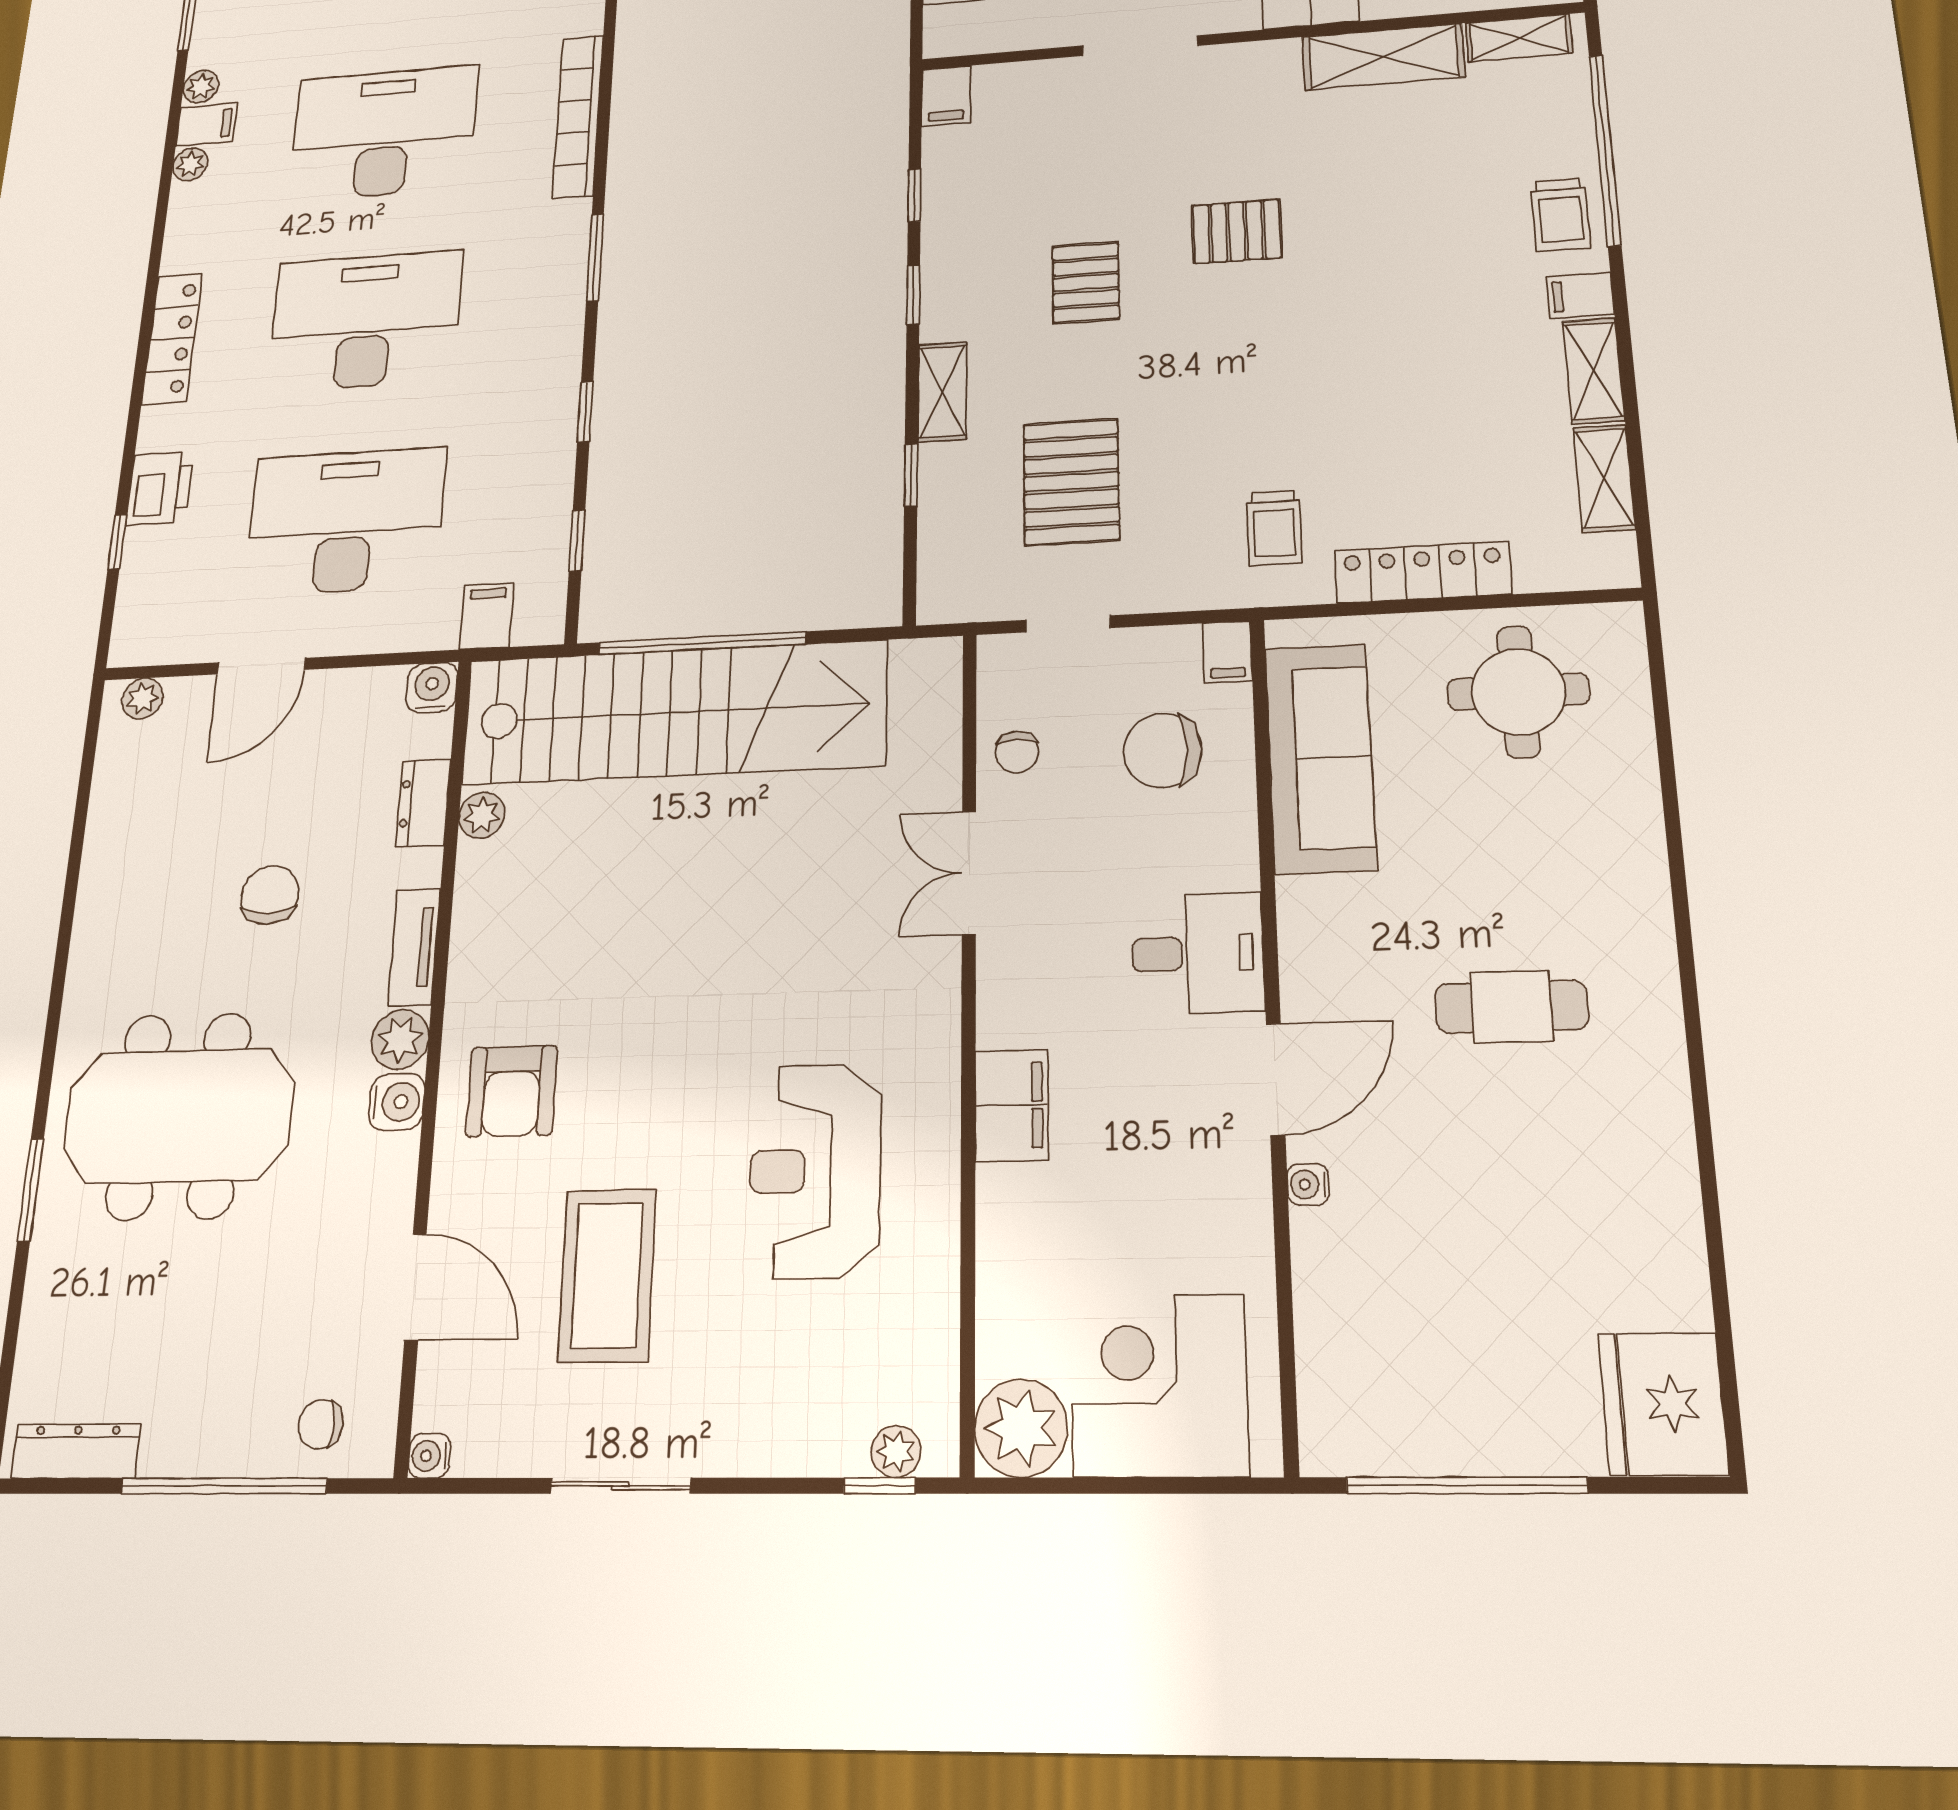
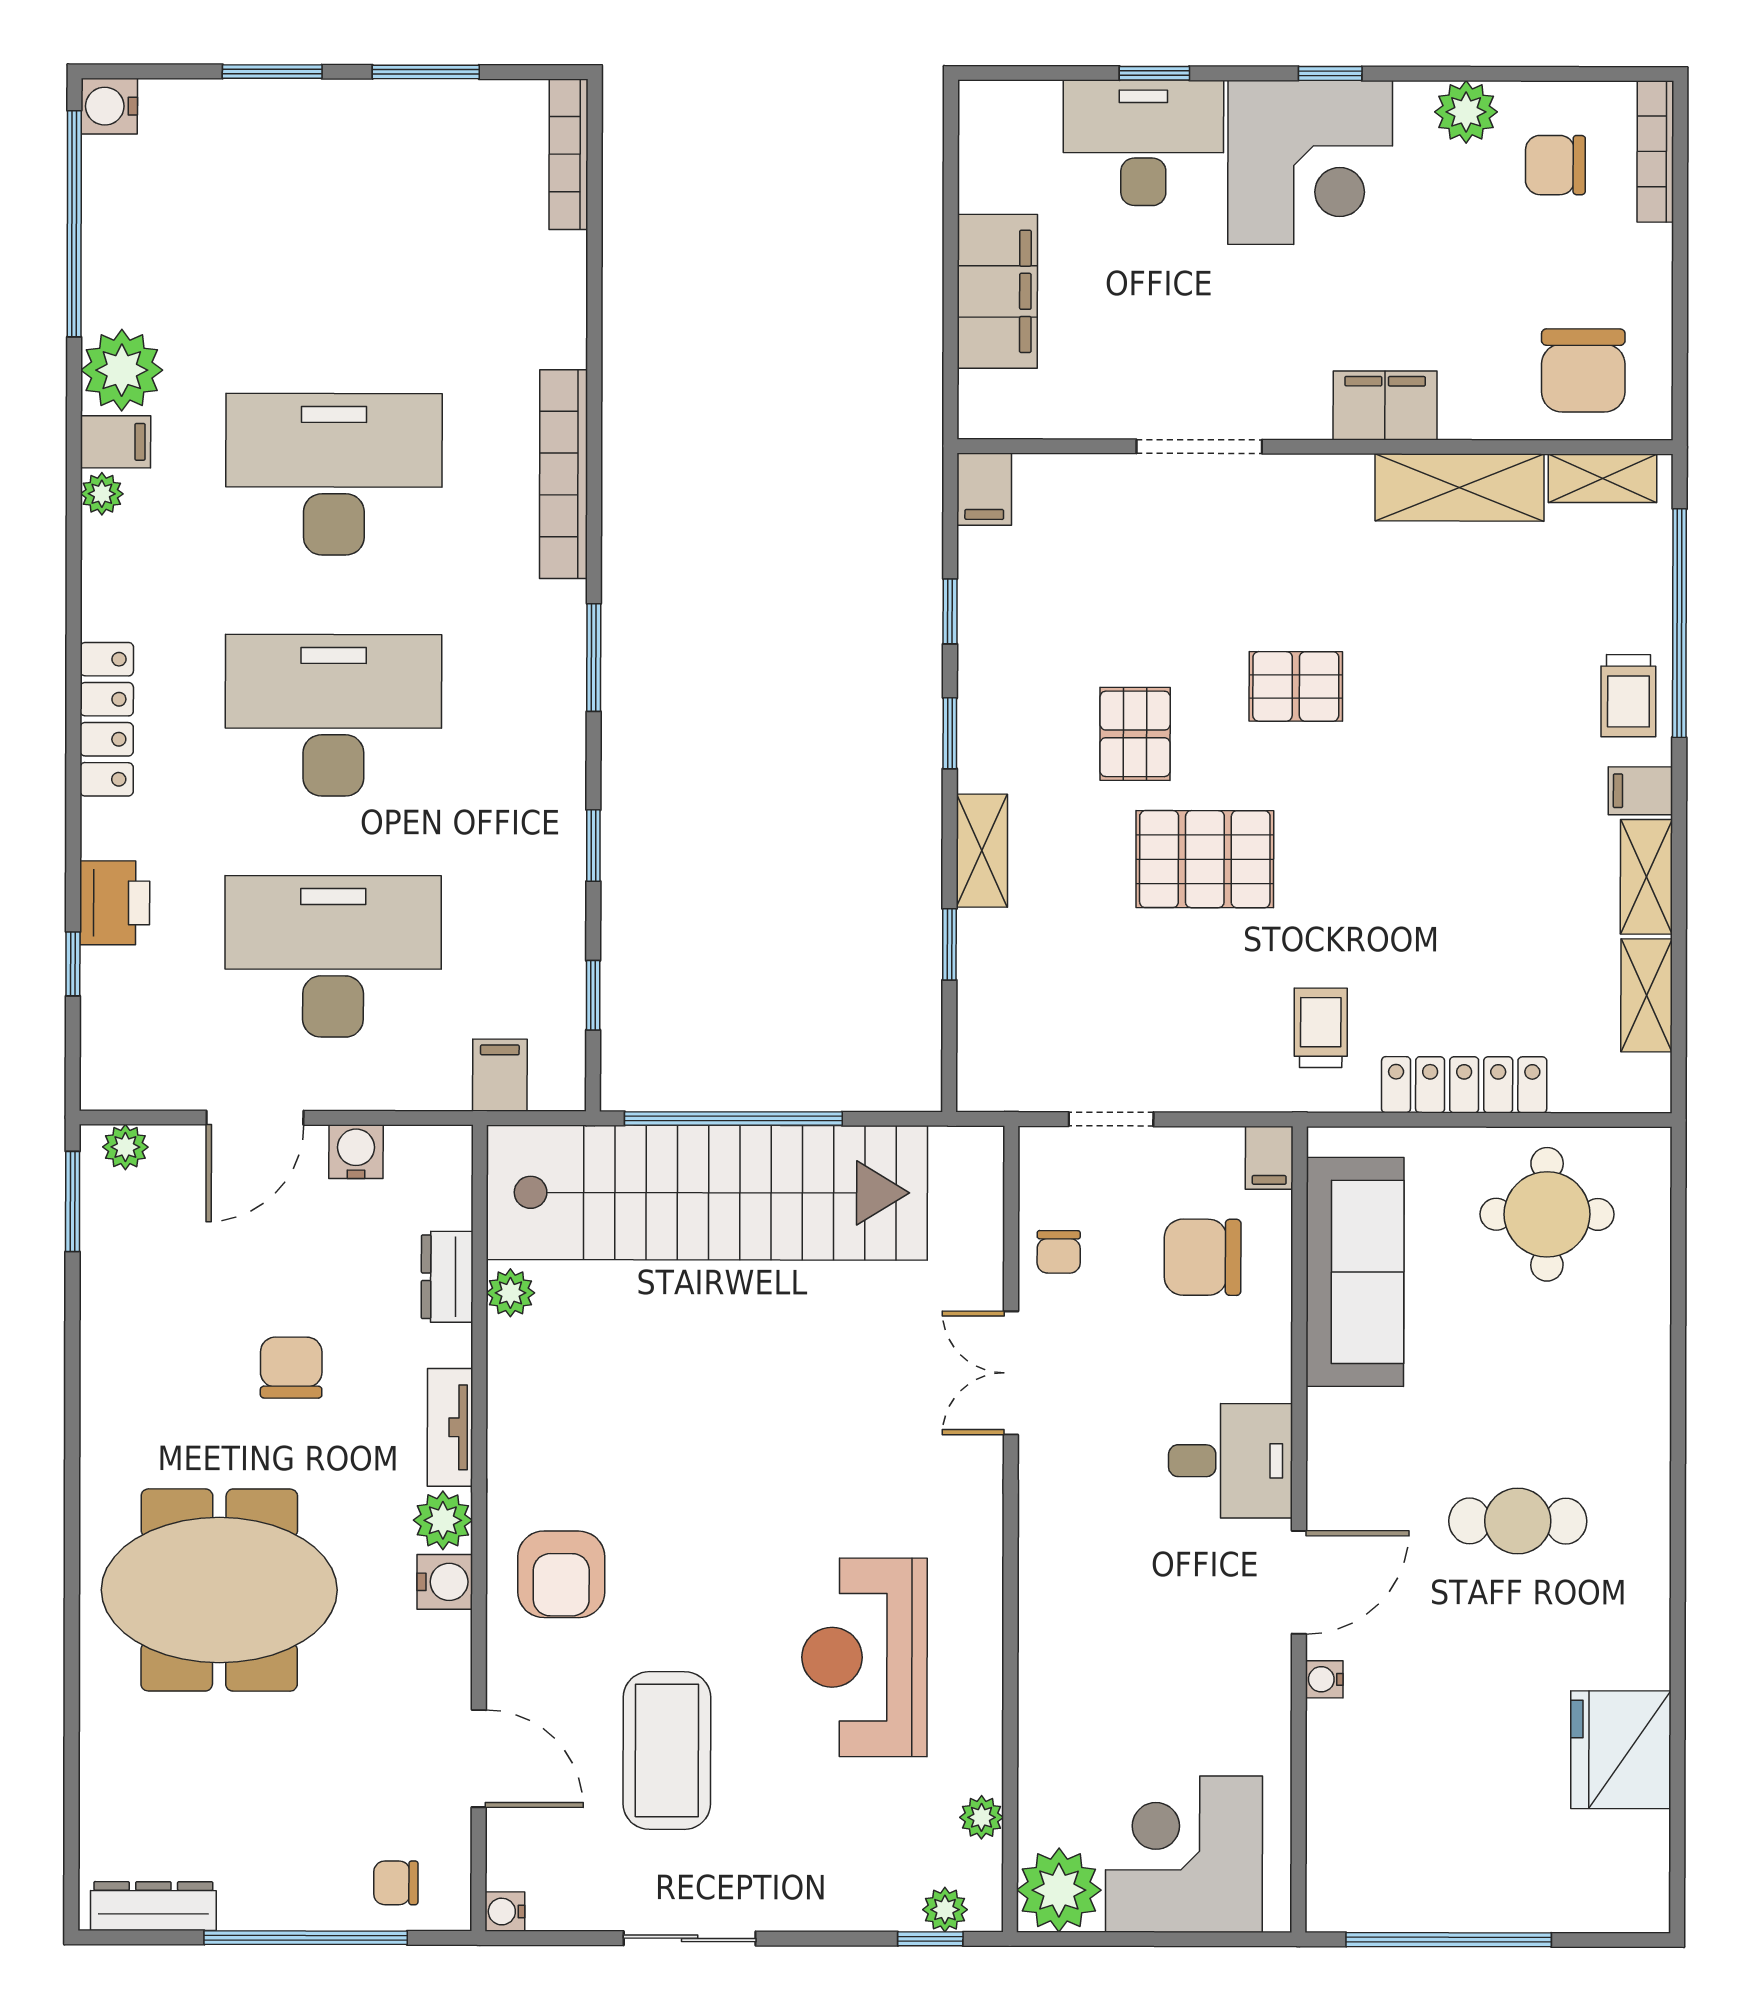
plant: (201, 87) -> (122, 370), width x1.88, depth x1.88
pallet: (1071, 482) -> (1205, 859), moved, turned 90
trolley: (1274, 528) -> (1321, 1028), turned 180
water cooler: (432, 688) -> (356, 1152), moved
filing cabinet: (1012, 1105) -> (1052, 1600), removed
window: (30, 1190) -> (73, 1202), moved
plant: (937, 1345) -> (982, 1817), added
fridge: (1663, 1404) -> (1621, 1750), moved

